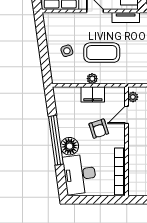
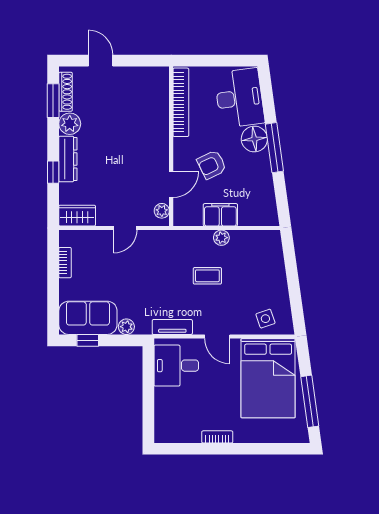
side table: (67, 51) -> (265, 319), moved
coffee table: (102, 53) -> (207, 276), width x0.54, depth x0.58
armchair: (99, 129) -> (212, 165), turned -98
window: (56, 140) -> (274, 148), width x0.68

